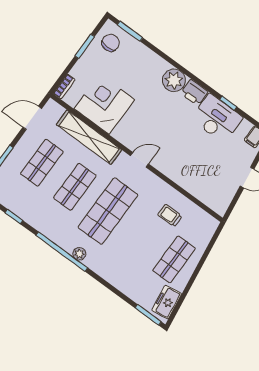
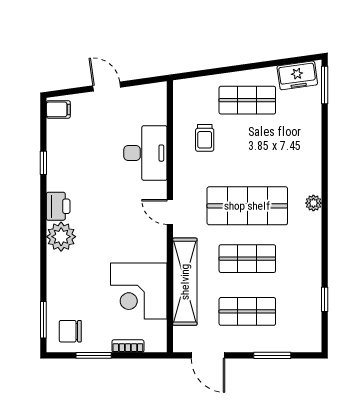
bookcase: (64, 87) -> (128, 346), moved
desk: (217, 118) -> (145, 153), moved, turned 180
window: (62, 252) -> (325, 223), removed

